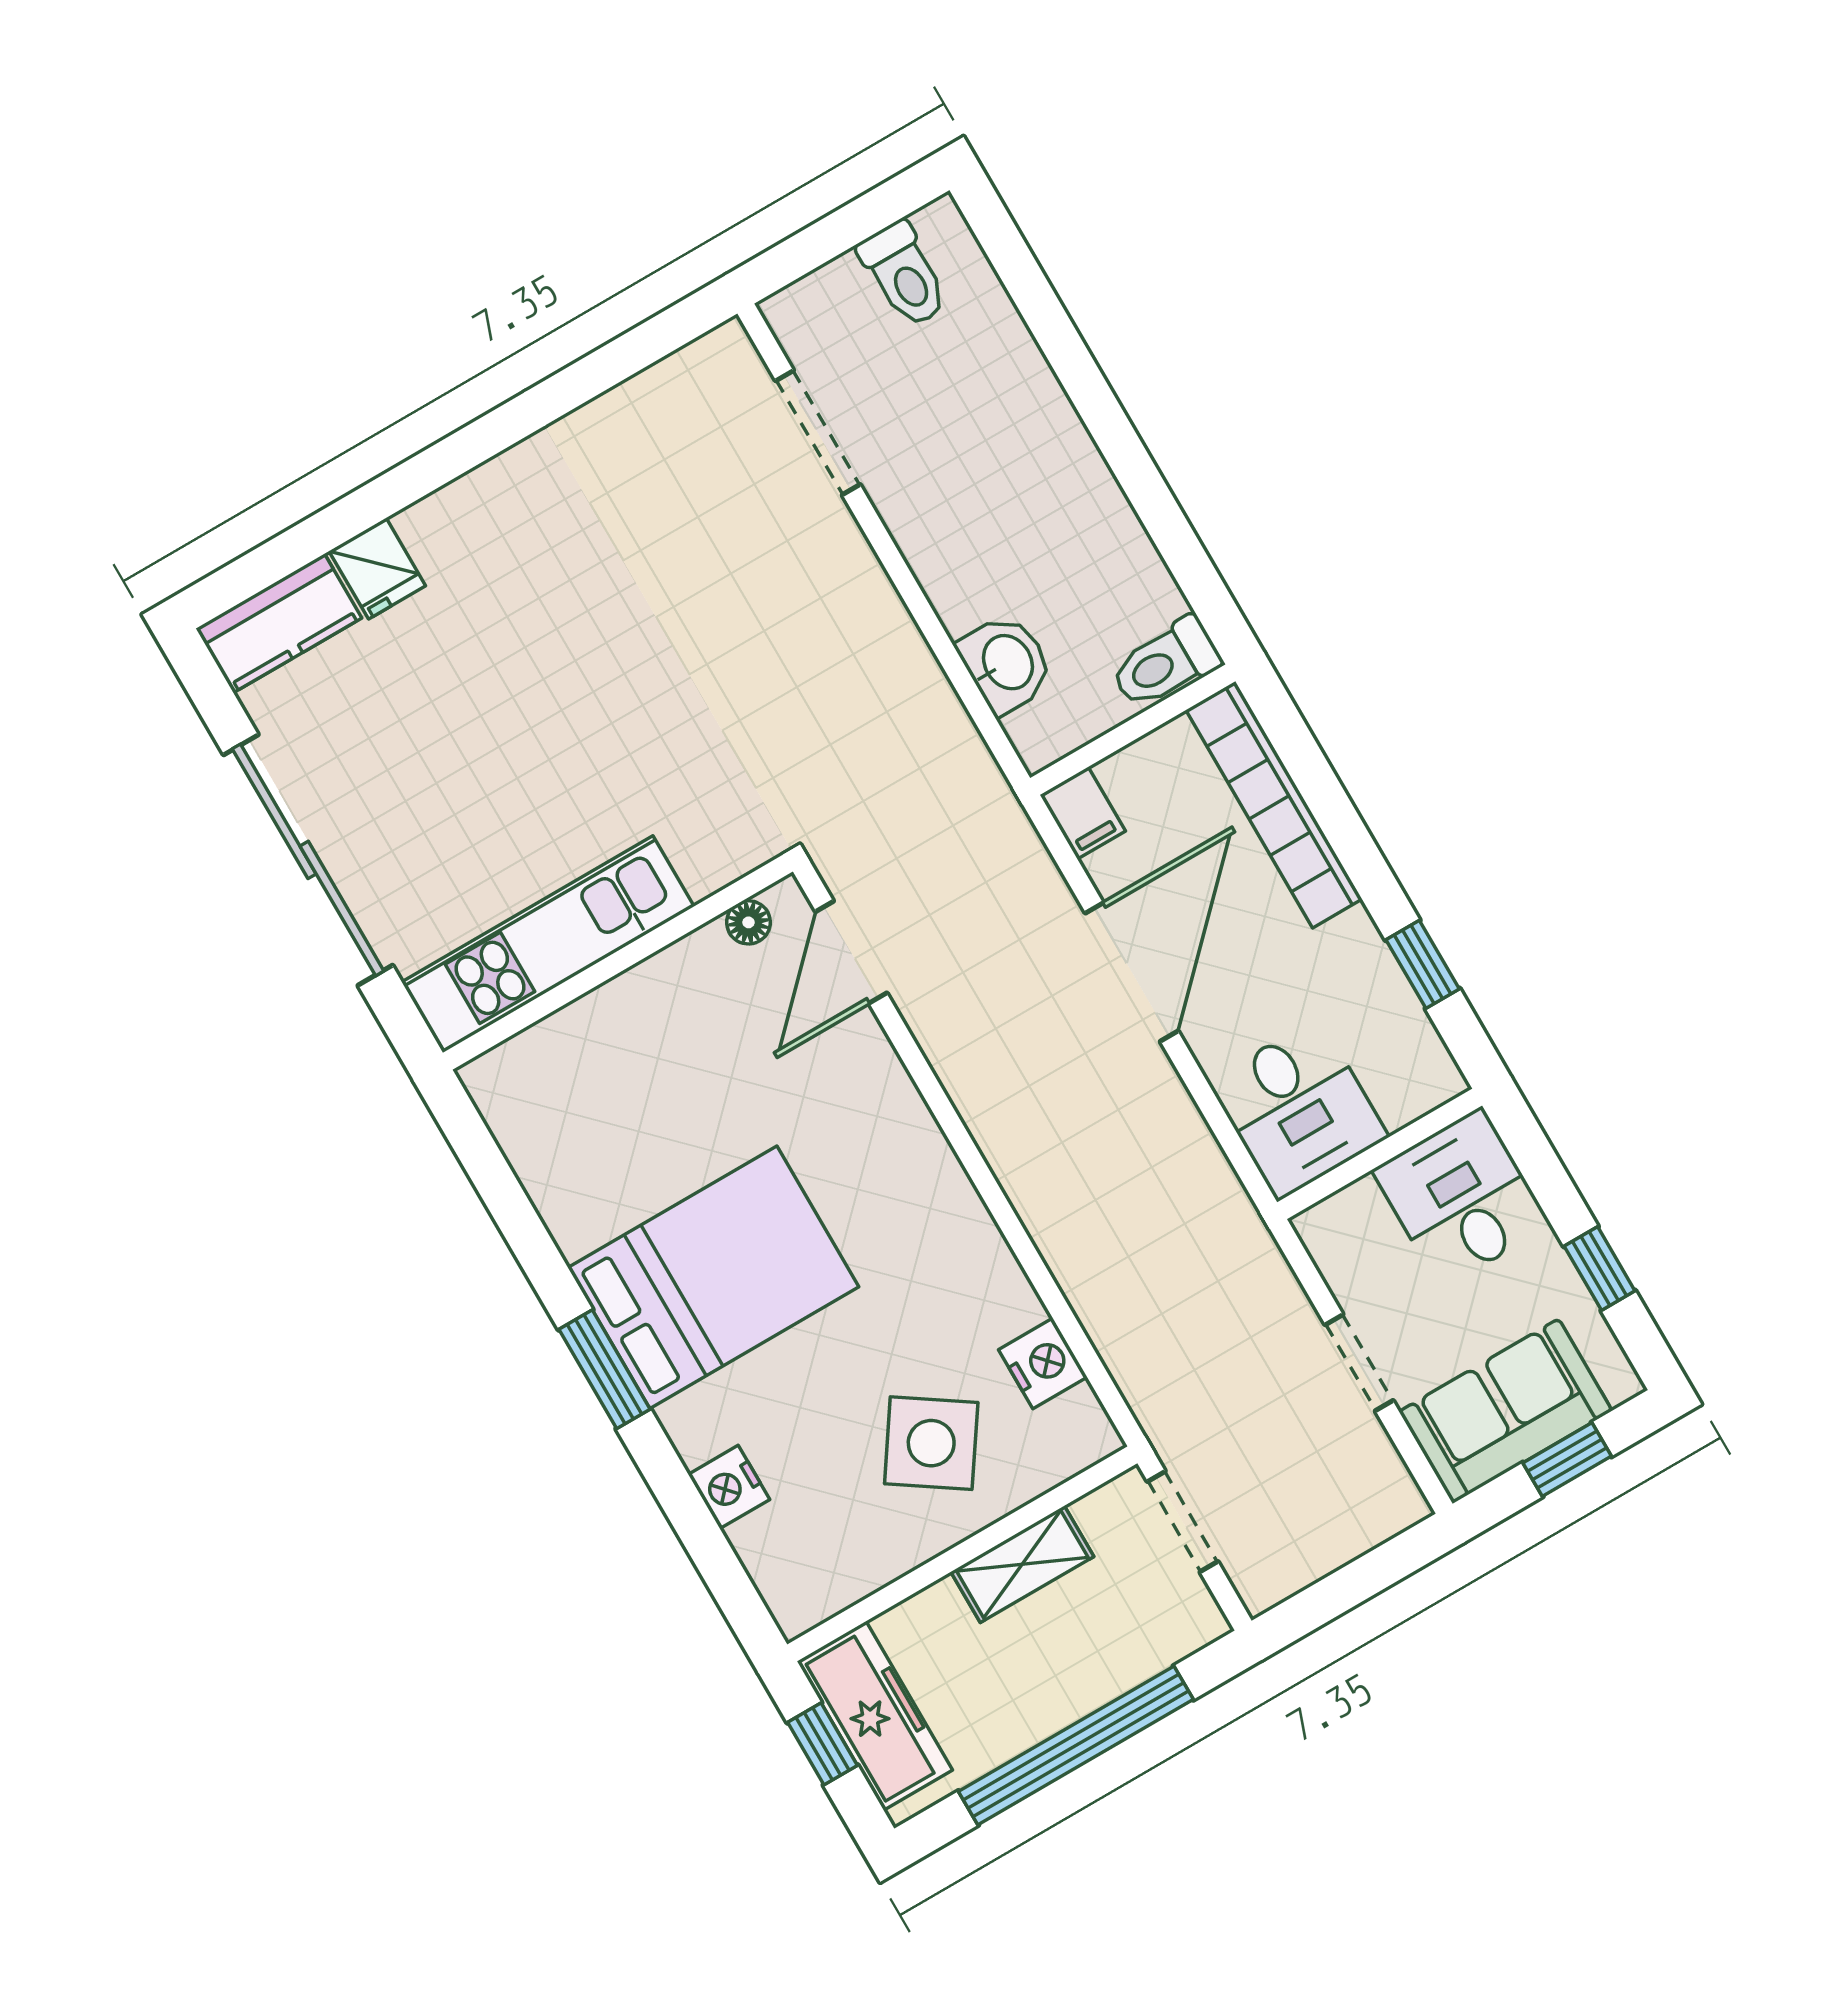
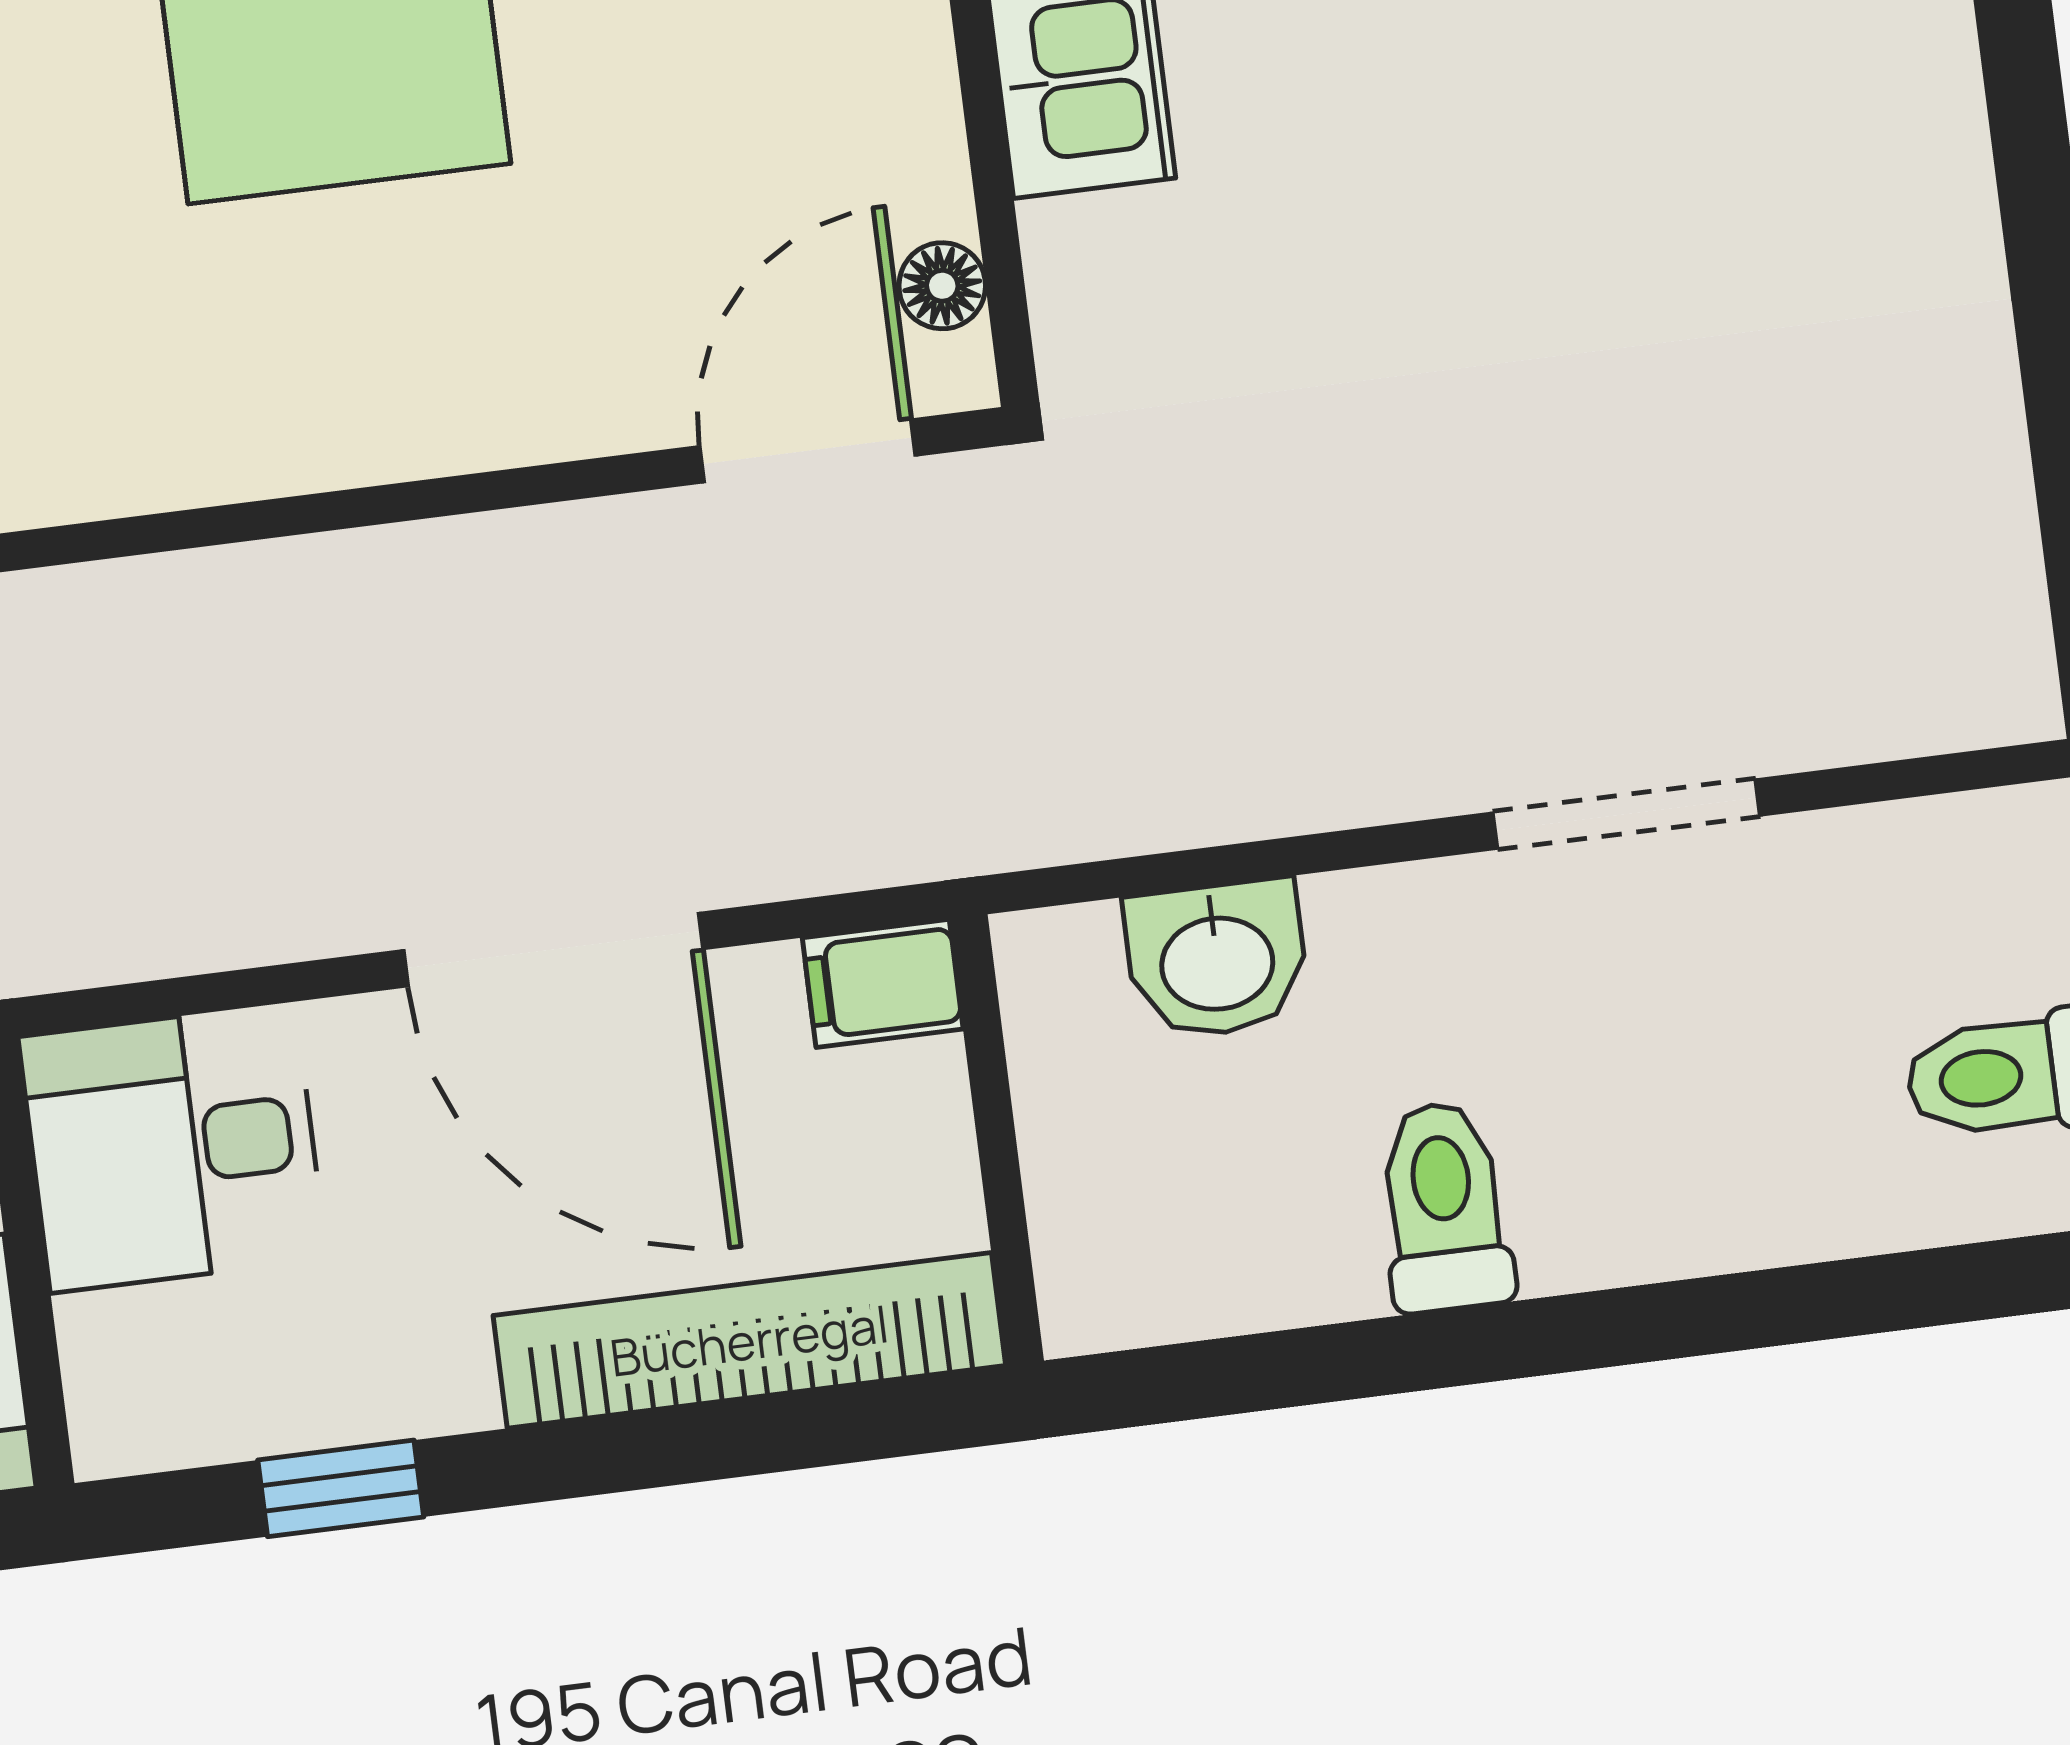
doorway: (818, 433) -> (1626, 814), moved
toilet: (1165, 663) -> (1444, 1207), moved
door: (851, 952) -> (808, 451), hinge flipped

